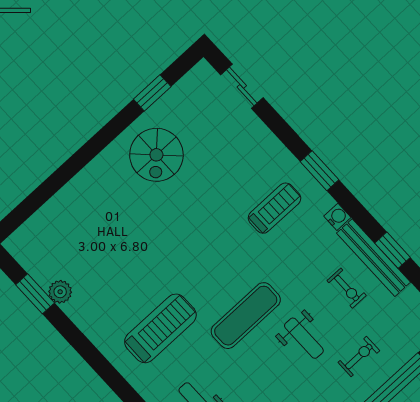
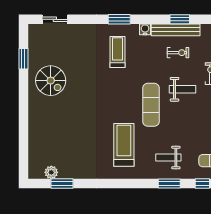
plant: (60, 292) -> (51, 172), moved

